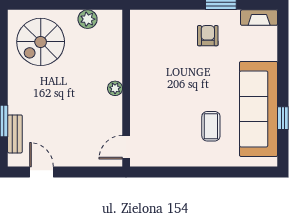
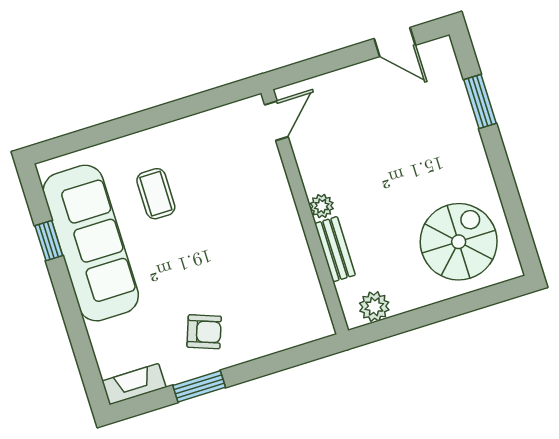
plant: (88, 19) -> (374, 307), moved
armchair: (208, 36) -> (204, 332), turned -70
bench: (15, 134) -> (335, 249), moved

